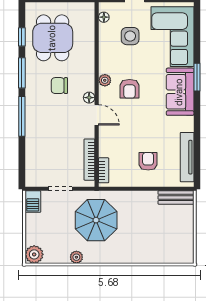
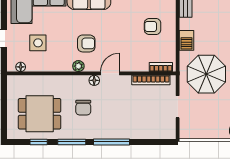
barbecue: (33, 202) -> (187, 40), moved, turned 90

